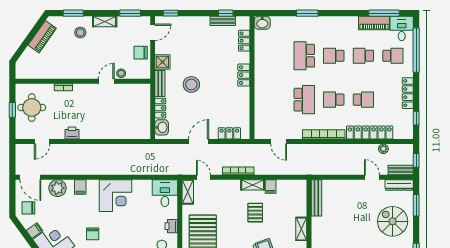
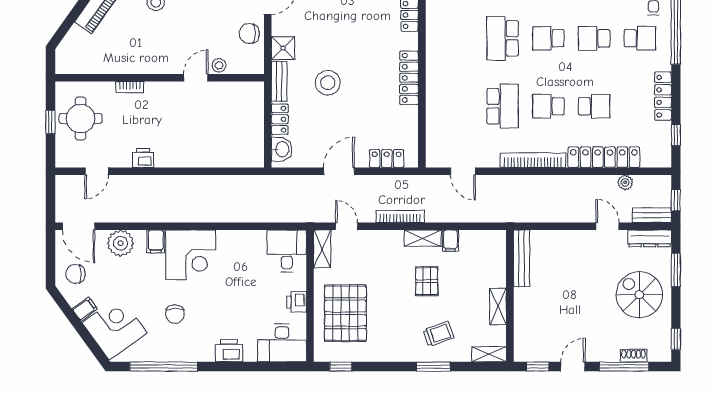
locker: (244, 75) -> (409, 78), width x1.53
corner desk: (116, 196) -> (191, 255), moved

